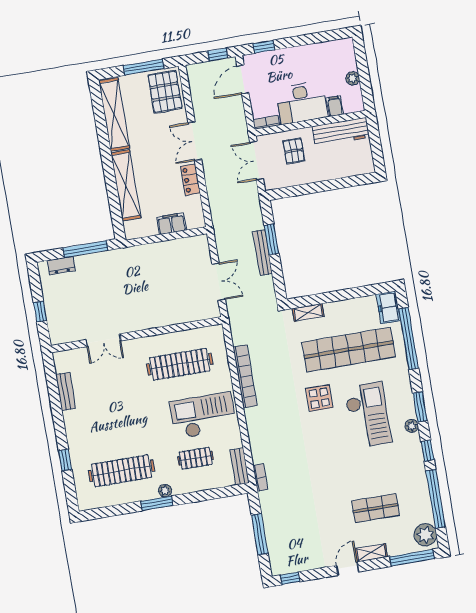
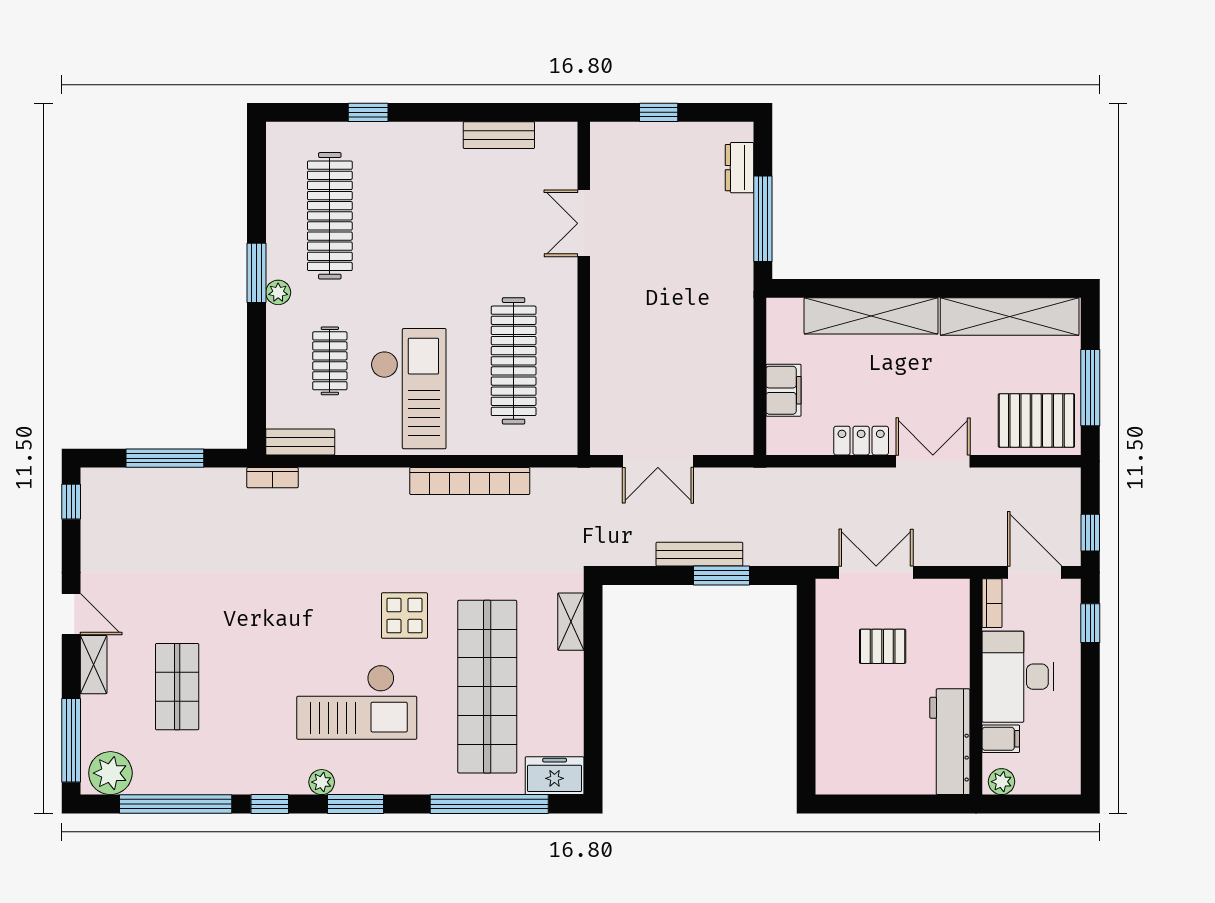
desk: (302, 103) -> (1018, 677), moved
filing cabinet: (335, 106) -> (1001, 739), moved
bookcase: (266, 122) -> (992, 603), moved
wall: (310, 123) -> (976, 687), moved
workbench: (341, 132) -> (950, 742), moved

